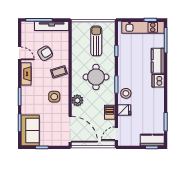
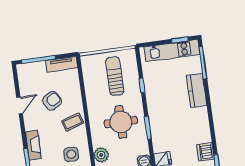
tv unit: (52, 26) -> (62, 64), width x0.71
door: (20, 53) -> (20, 106), hinge flipped
fireplace: (26, 74) -> (33, 145), moved
dishwasher: (158, 81) -> (206, 152), moved
stool: (126, 93) -> (162, 138), removed

